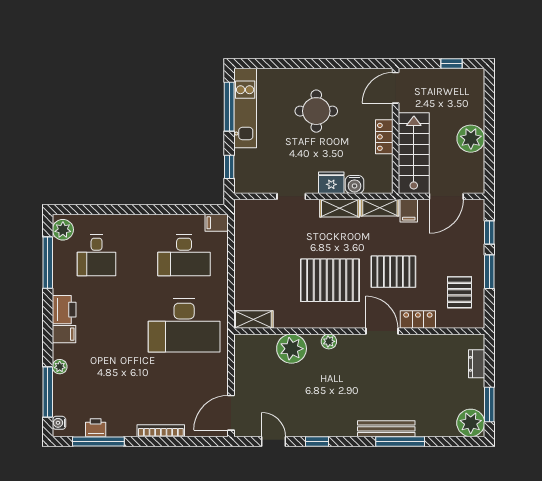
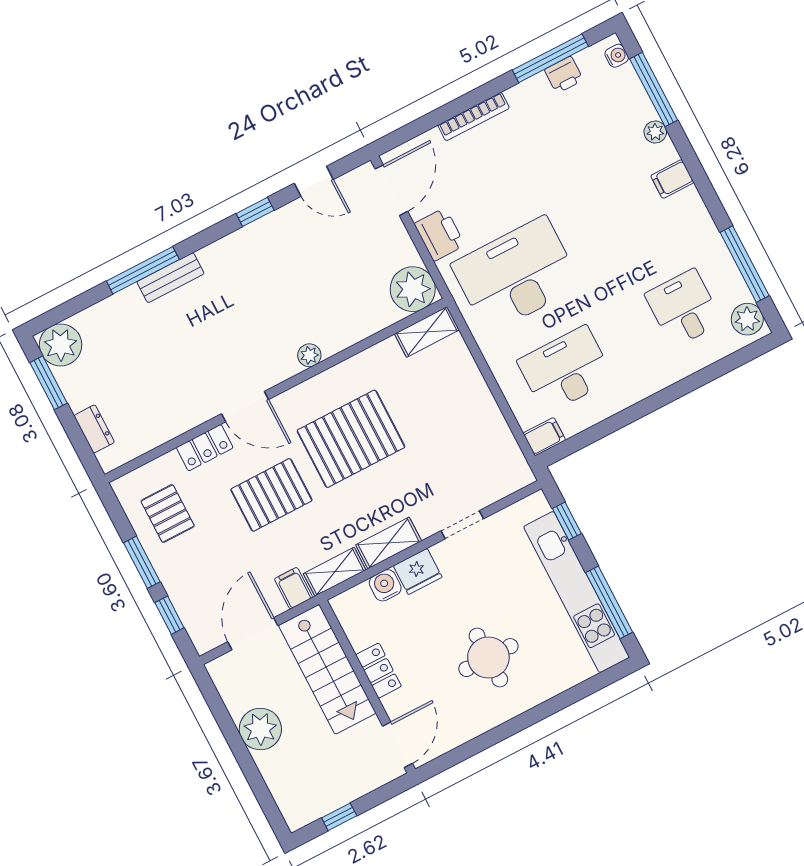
kitchen unit: (245, 108) -> (576, 592), width x1.36
printer: (64, 310) -> (439, 234), moved, turned 180
plant: (292, 349) -> (413, 289), moved
bench: (386, 429) -> (171, 278), width x0.73

